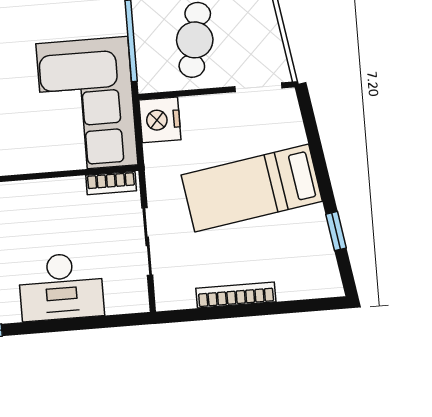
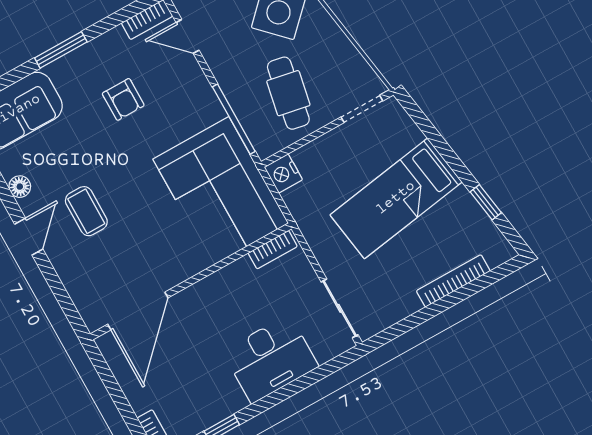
nightstand: (160, 120) -> (283, 173), width x0.74, depth x0.75
sliding door: (147, 241) -> (340, 308), moved
bookcase: (236, 295) -> (453, 281), moved

